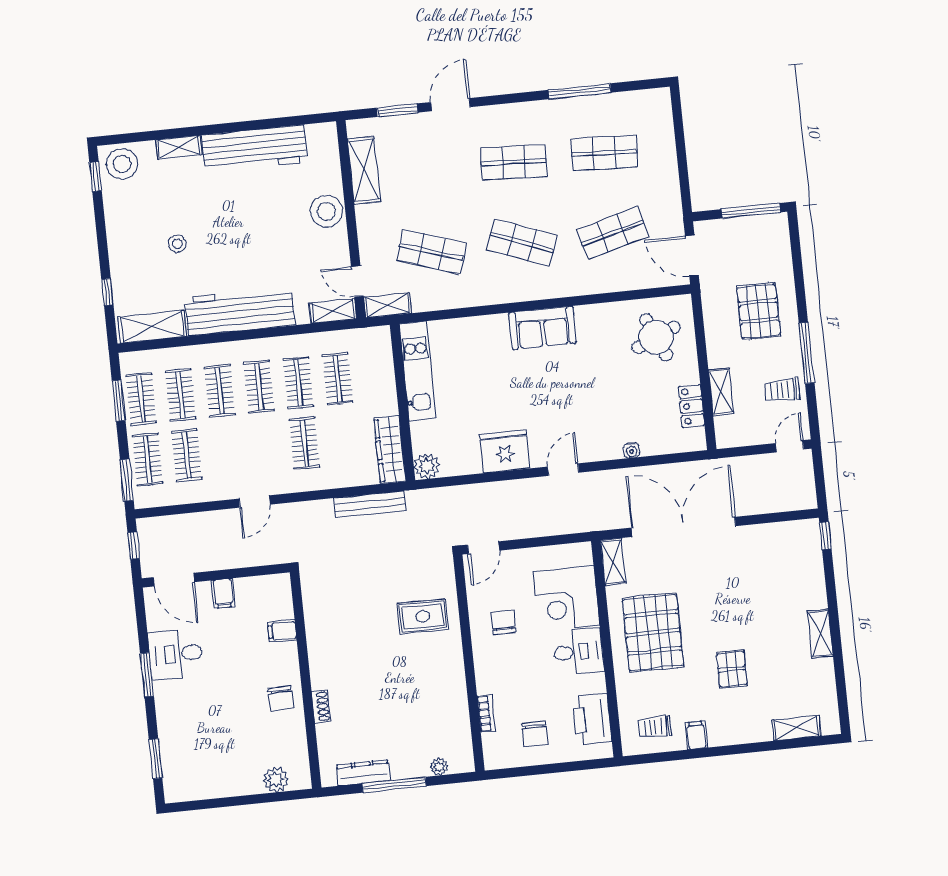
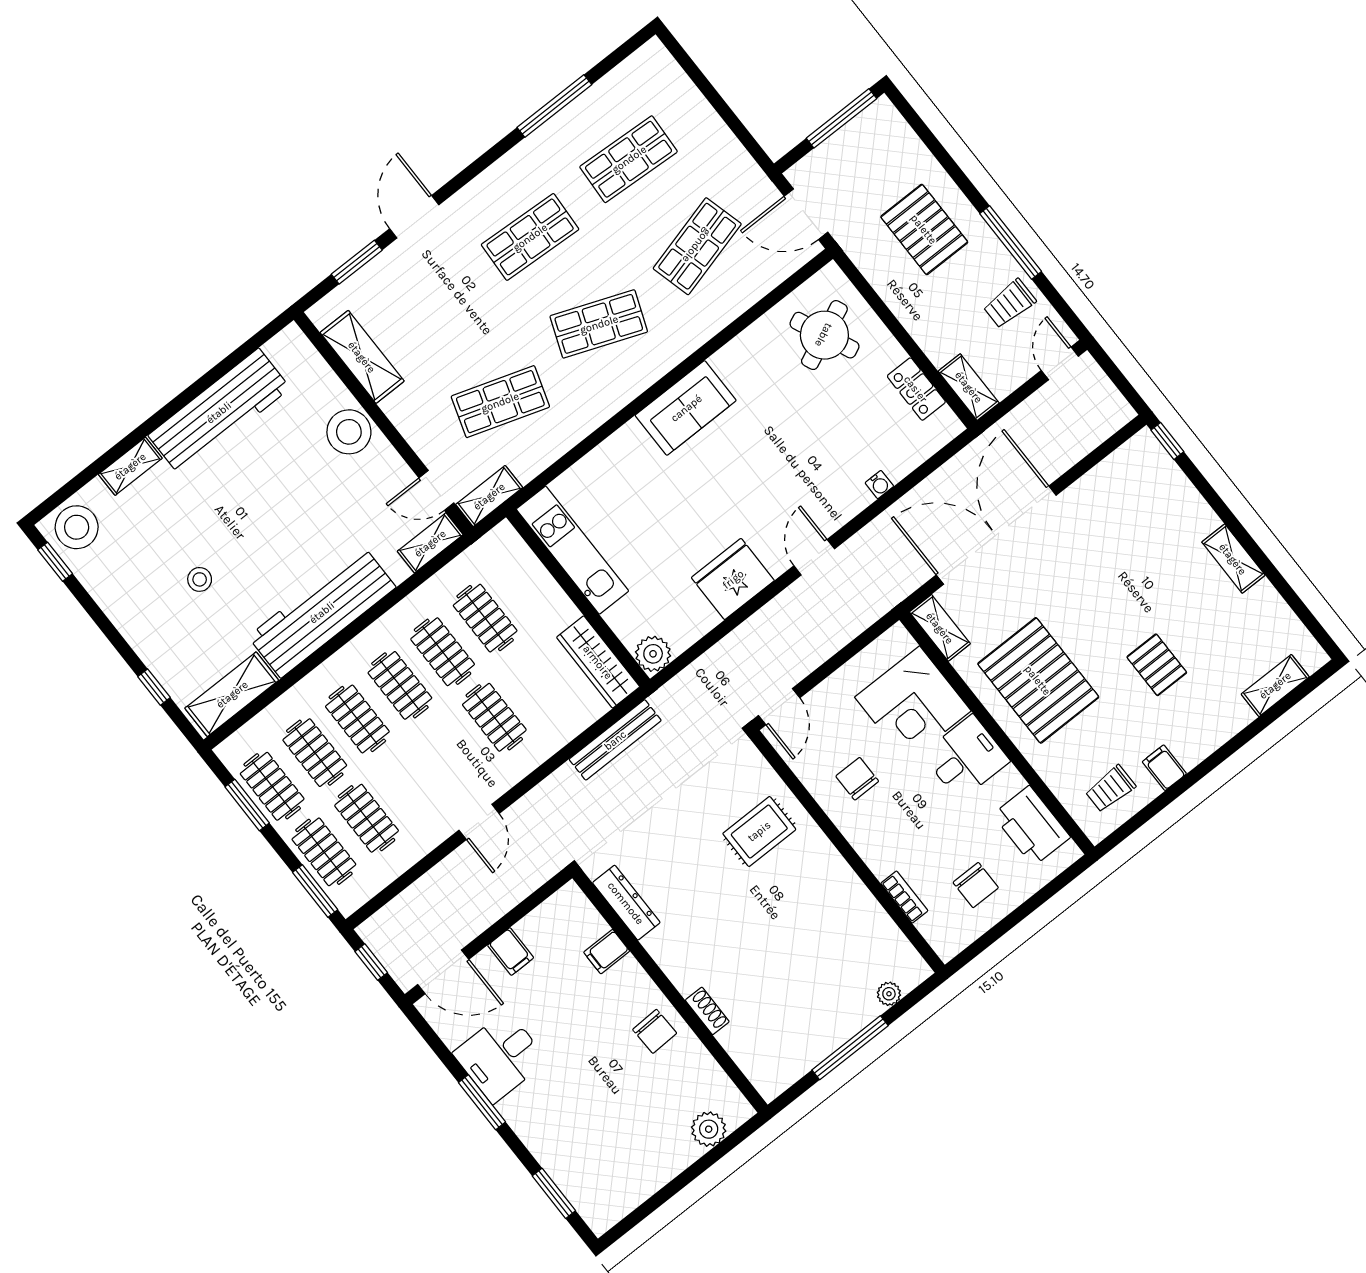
shelving: (721, 392) -> (969, 387), moved
dresser: (363, 773) -> (626, 903), moved, turned 90

